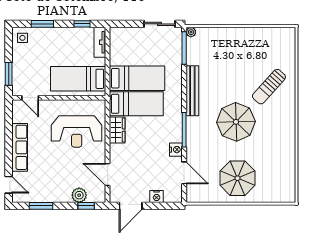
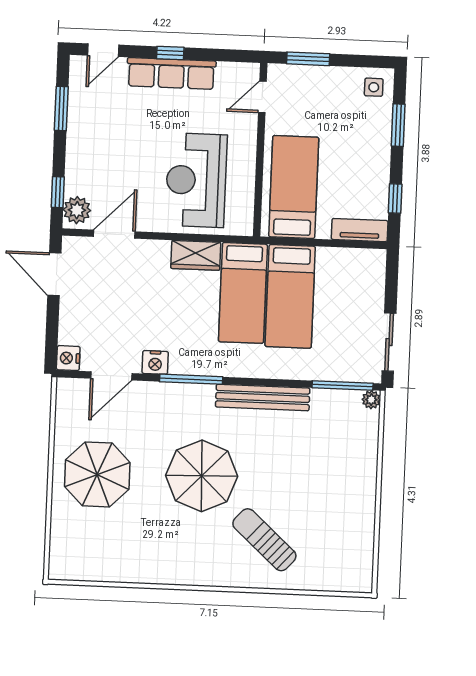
window: (9, 148) -> (170, 53), added
plant: (79, 195) -> (77, 210), moved
nightstand: (157, 197) -> (68, 358), moved

